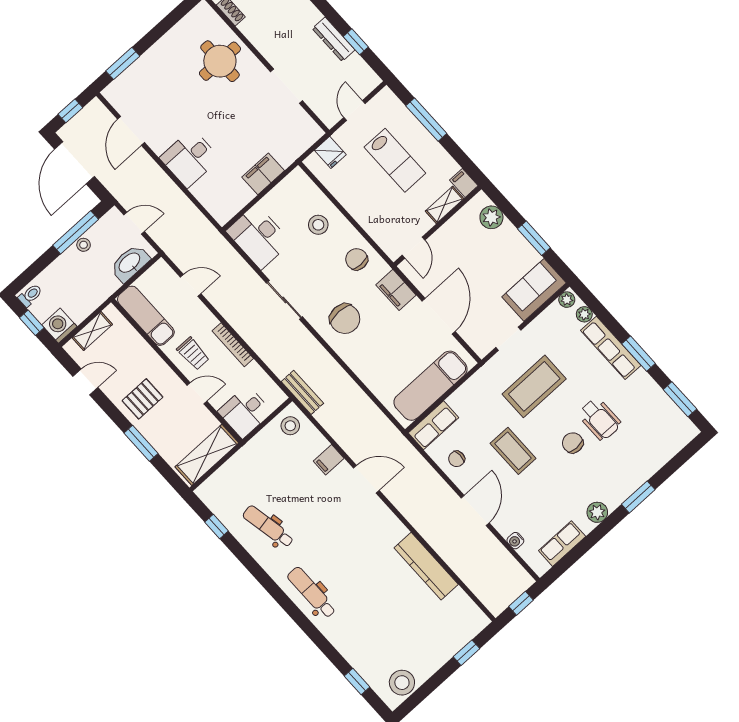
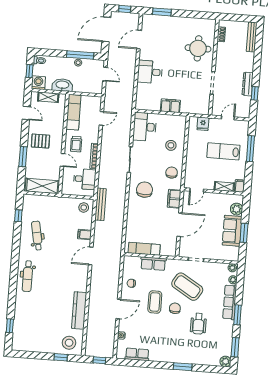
lab bench: (395, 160) -> (223, 151), turned 90
washbasin: (130, 263) -> (62, 85), moved
door: (191, 285) -> (101, 118), hinge flipped
sofa: (534, 290) -> (232, 231), moved, turned -90
chair: (345, 319) -> (144, 190), turned 180
exam couch: (430, 386) -> (144, 249), width x0.73, depth x0.69
coffee table: (534, 386) -> (187, 287), turned 31
bench: (302, 392) -> (101, 204), width x1.36
desk: (245, 412) -> (85, 179), moved, turned 180
row of seats: (434, 425) -> (153, 264), moved
chair: (573, 443) -> (175, 308), moved
door: (366, 479) -> (91, 256), swing flipped
plant: (597, 512) -> (225, 361), moved
dental chair: (312, 593) -> (28, 276), turned 180
stool: (402, 683) -> (69, 343), moved

